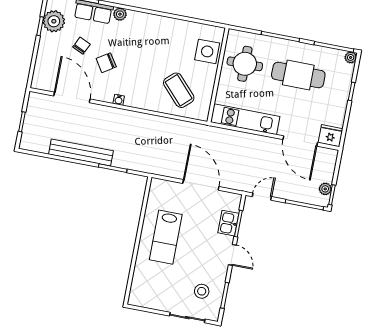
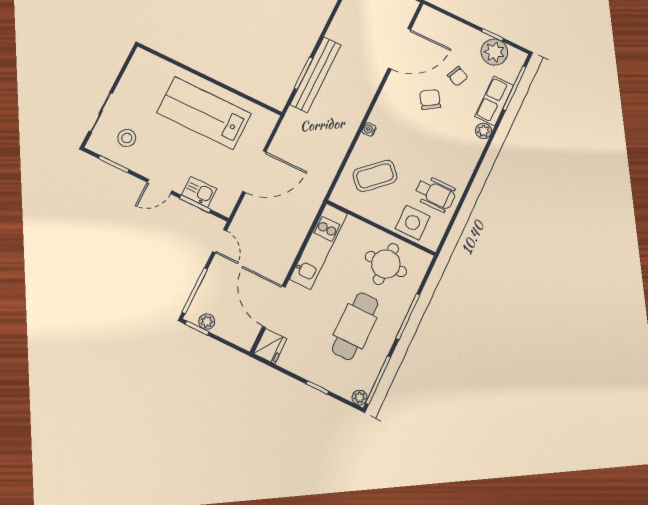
wheelchair: (180, 40) -> (435, 194), added
water cooler: (119, 100) -> (369, 129), moved
door: (300, 141) -> (274, 307), hinge flipped
bench: (81, 153) -> (315, 75), moved
lab bench: (166, 237) -> (204, 113), width x1.36, depth x1.39

